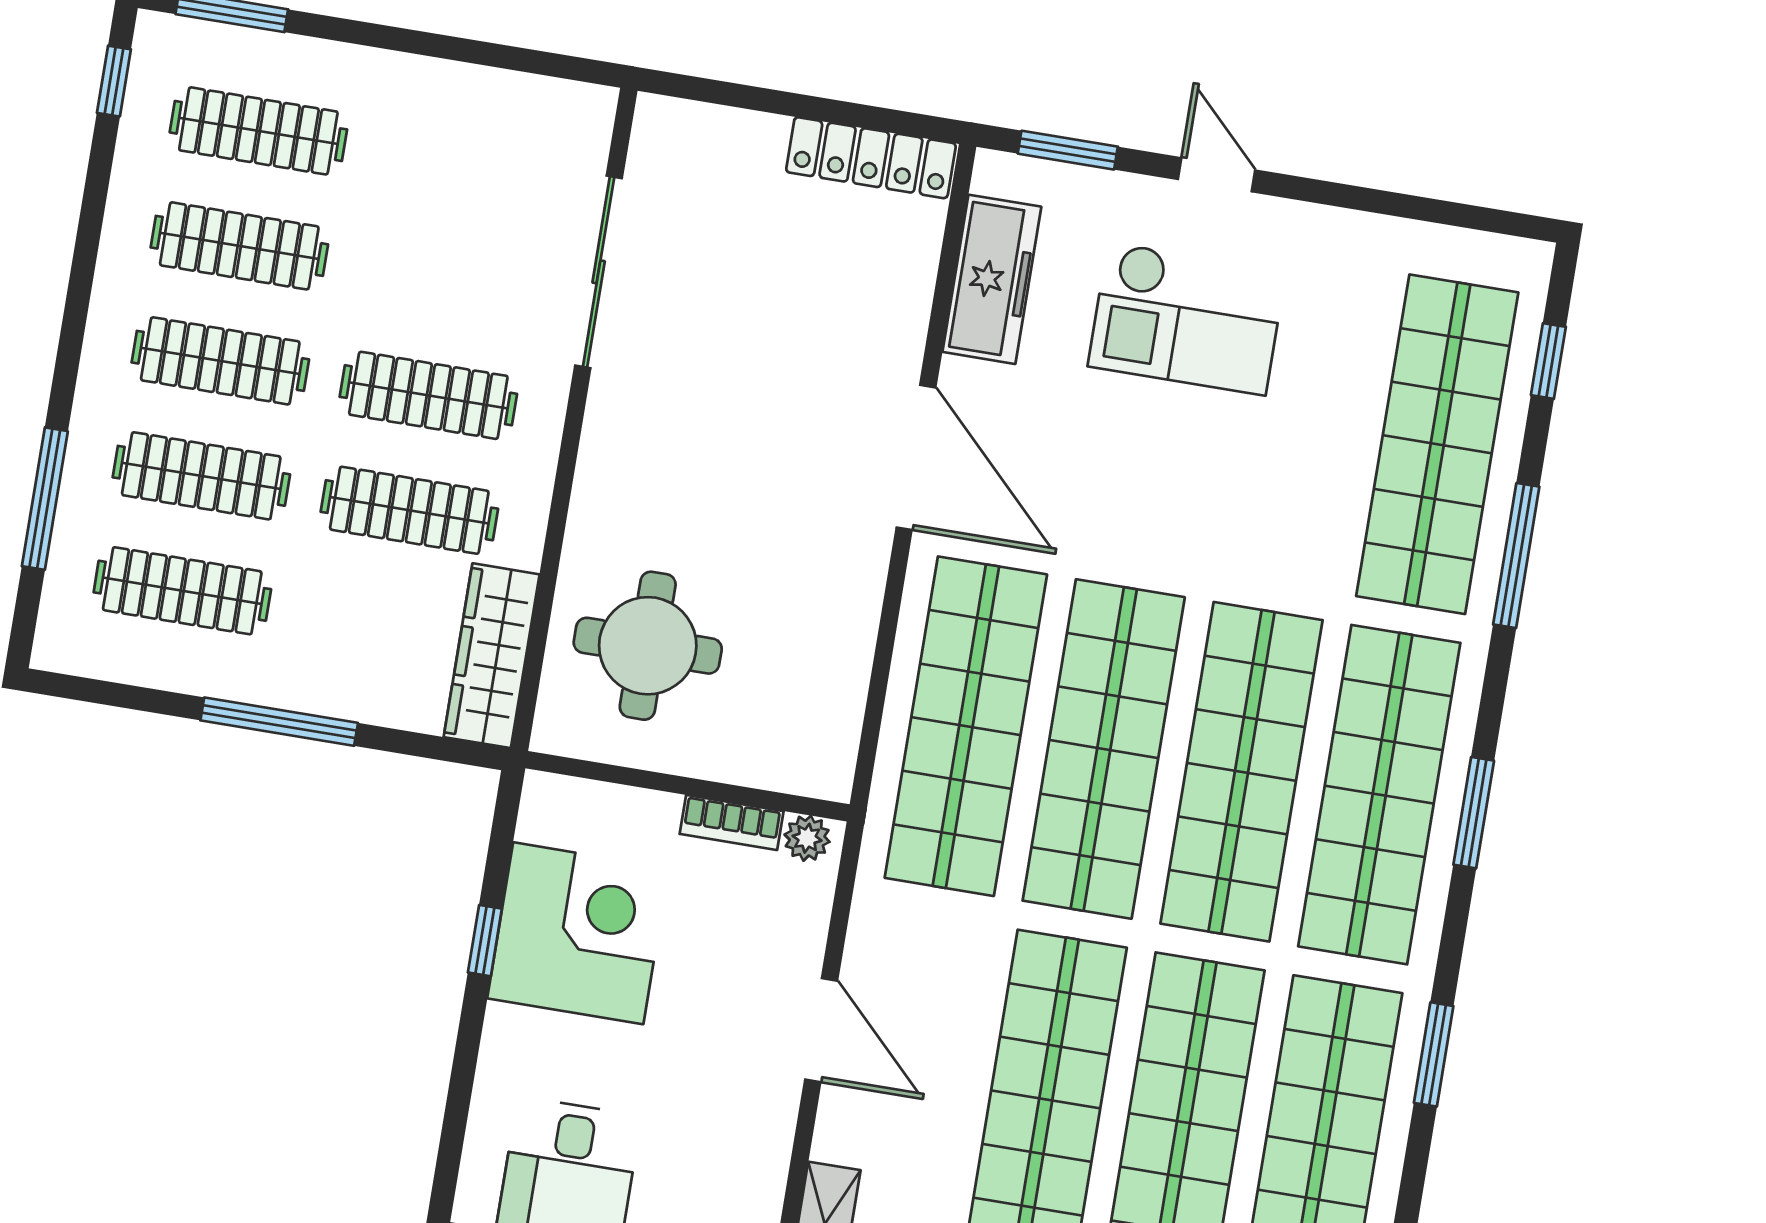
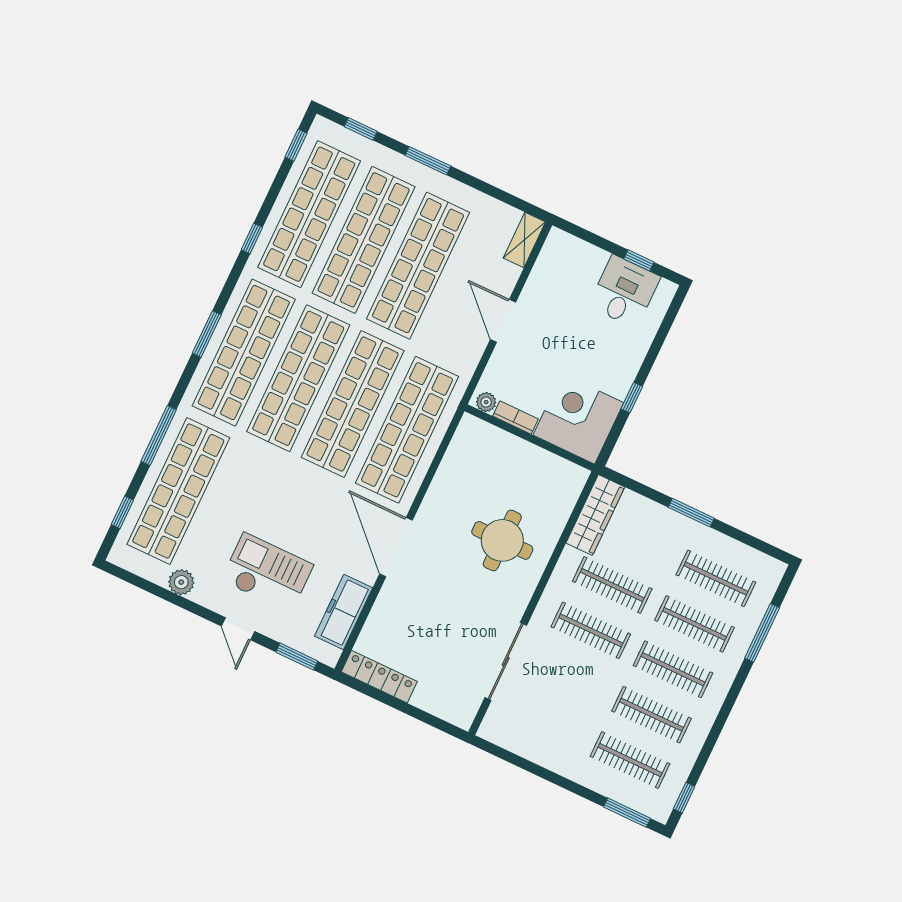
plant: (1373, 243) -> (181, 582), added
round table: (648, 646) -> (502, 540), moved
window: (279, 722) -> (691, 513), width x0.69
corner desk: (578, 933) -> (578, 419), moved, turned 90
window: (1434, 1054) -> (252, 238), width x0.67

